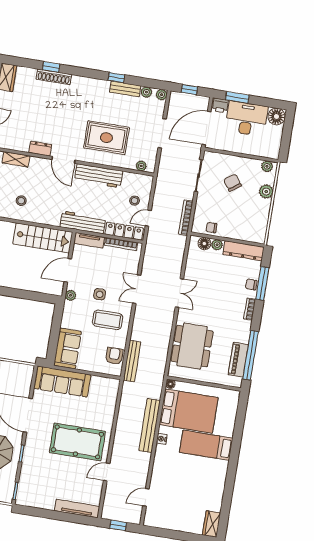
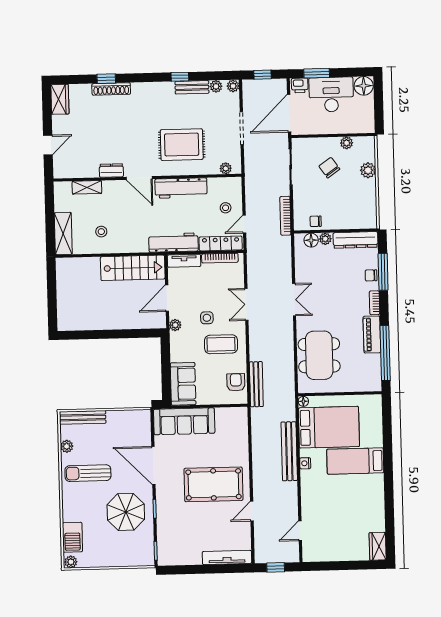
plant: (267, 166) -> (347, 143), moved
piano: (238, 360) -> (372, 335), moved

